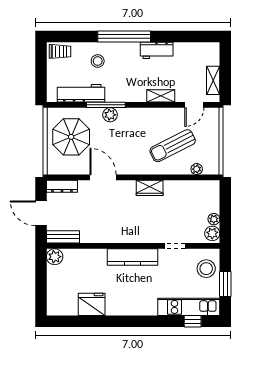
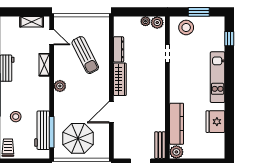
window: (106, 105) -> (52, 132), moved
plant: (110, 115) -> (60, 86), moved
plant: (197, 169) -> (104, 35), removed
dresser: (62, 186) -> (119, 49), moved
wardrobe: (150, 188) -> (120, 79), width x1.50
kitchen counter: (133, 257) -> (177, 124), moved
kitchen unit: (189, 307) -> (218, 77), moved

